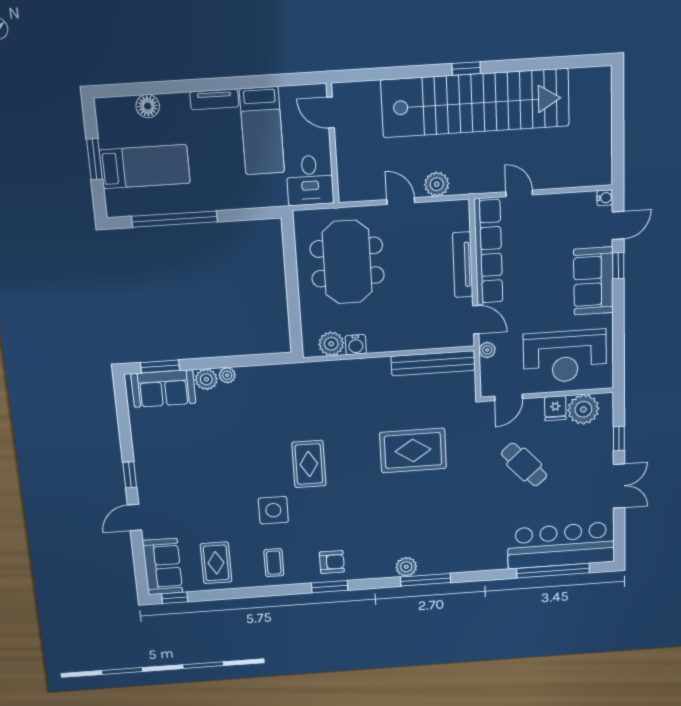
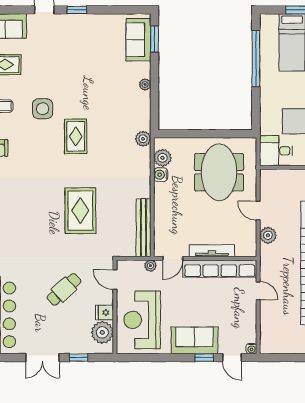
door: (519, 193) -> (258, 291), hinge flipped
door: (401, 201) -> (258, 211), swing flipped
meeting table: (347, 262) -> (219, 172), turned 90
plant: (206, 379) -> (143, 139), moved
rug: (309, 464) -> (76, 136), turned 90

